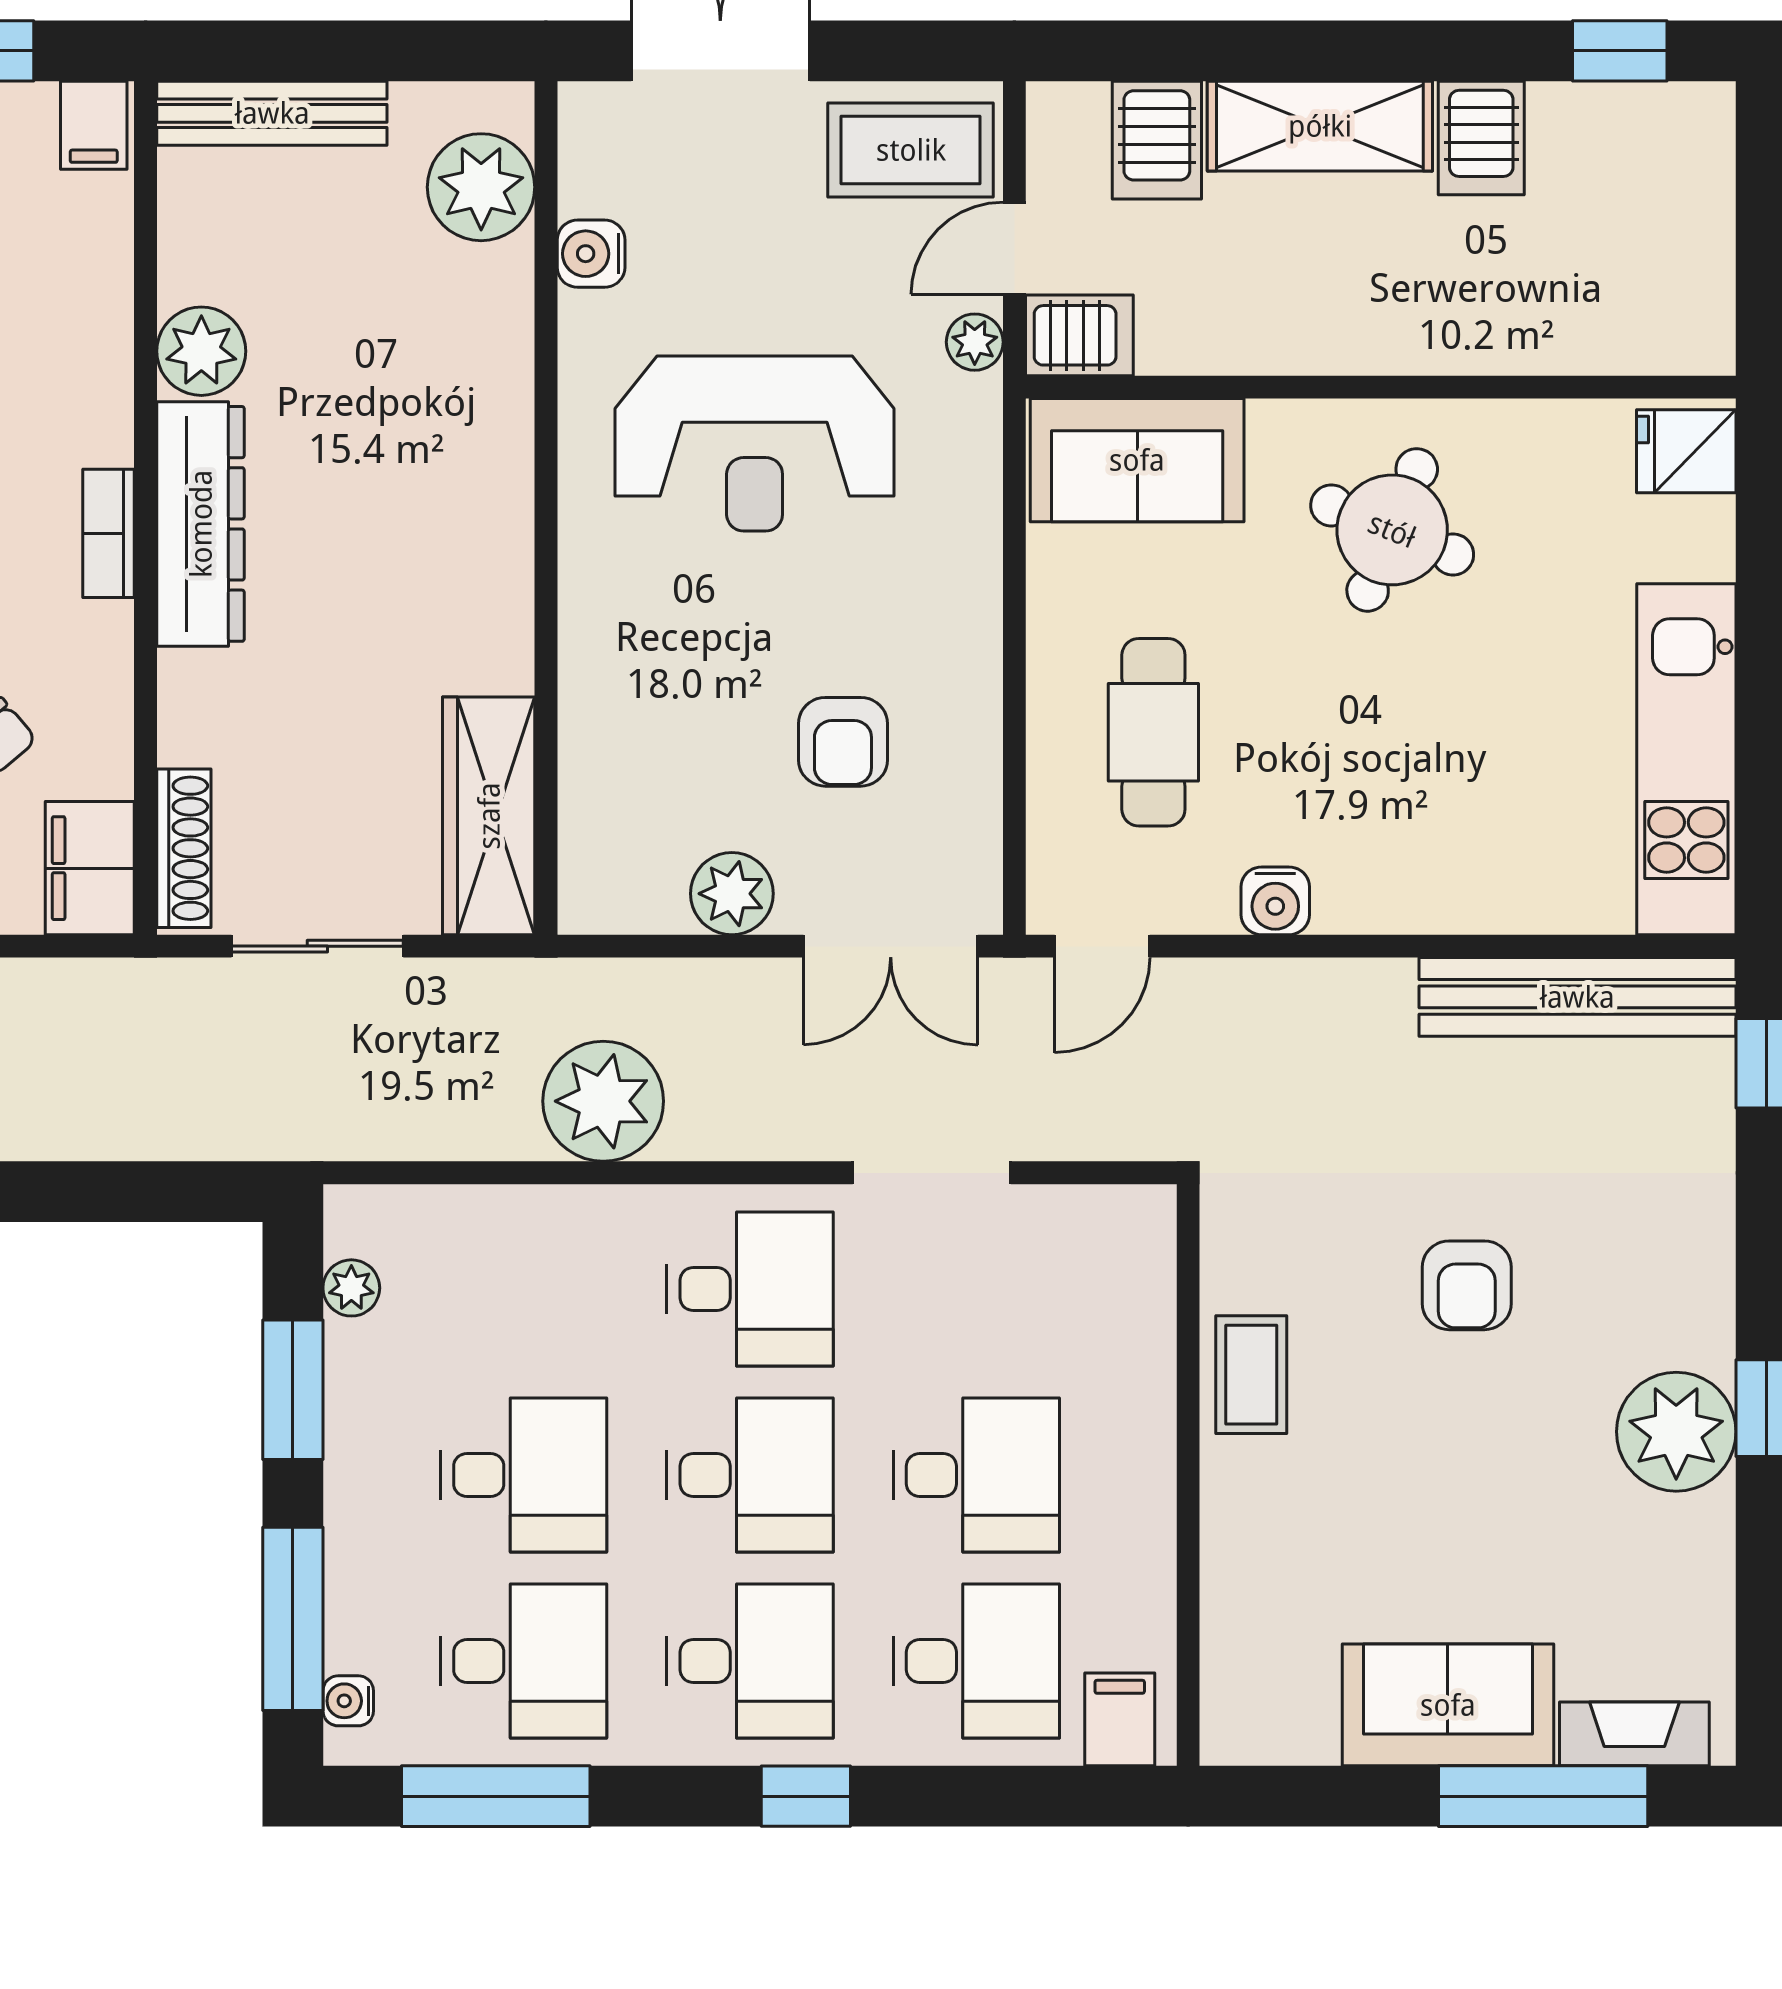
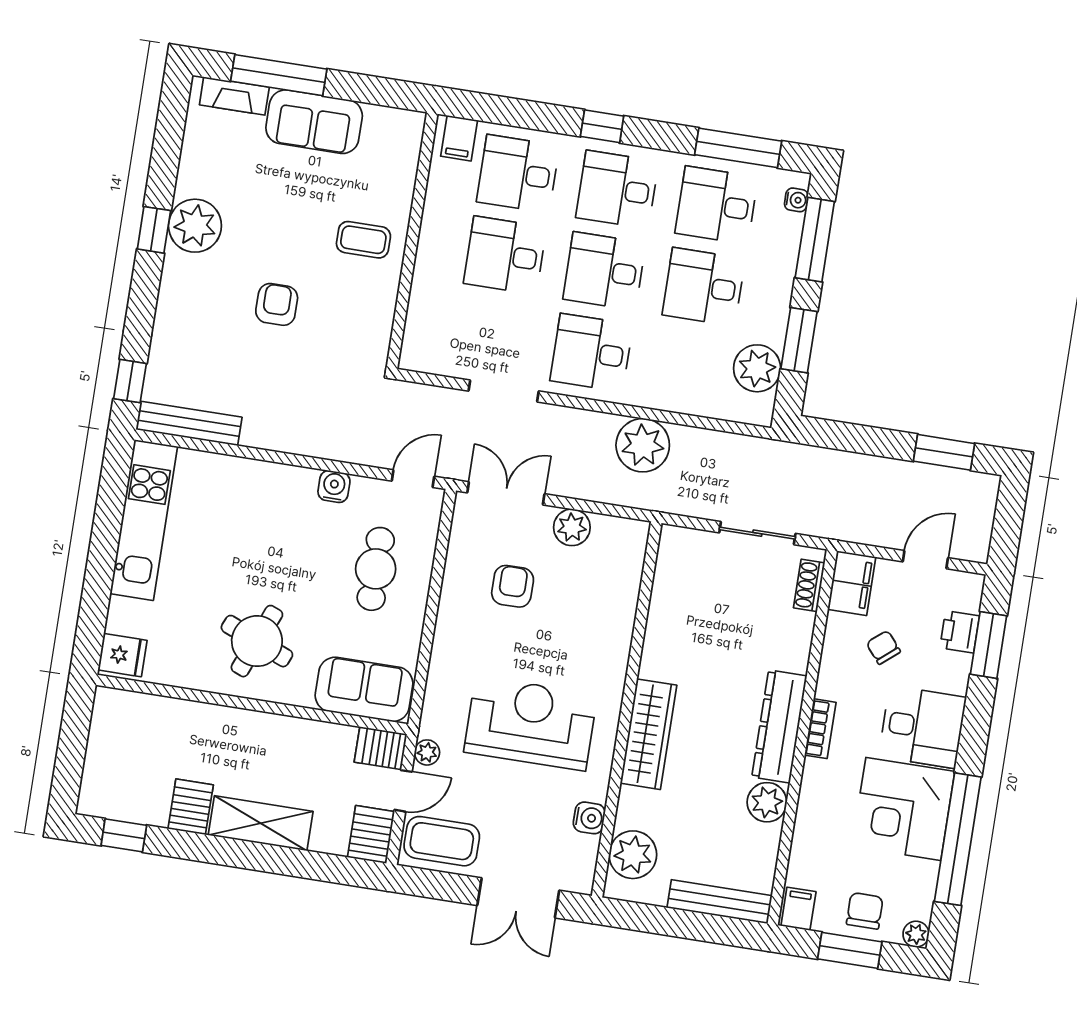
server rack: (1157, 140) -> (371, 834), moved
wardrobe: (489, 816) -> (648, 734), moved
shoe rack: (184, 848) -> (809, 585), width x0.70
bench: (1577, 997) -> (189, 423), width x0.73, depth x0.82
plant: (351, 1288) -> (757, 368), width x1.87, depth x1.87
coffee table: (1251, 1375) -> (363, 240), moved, turned 90

